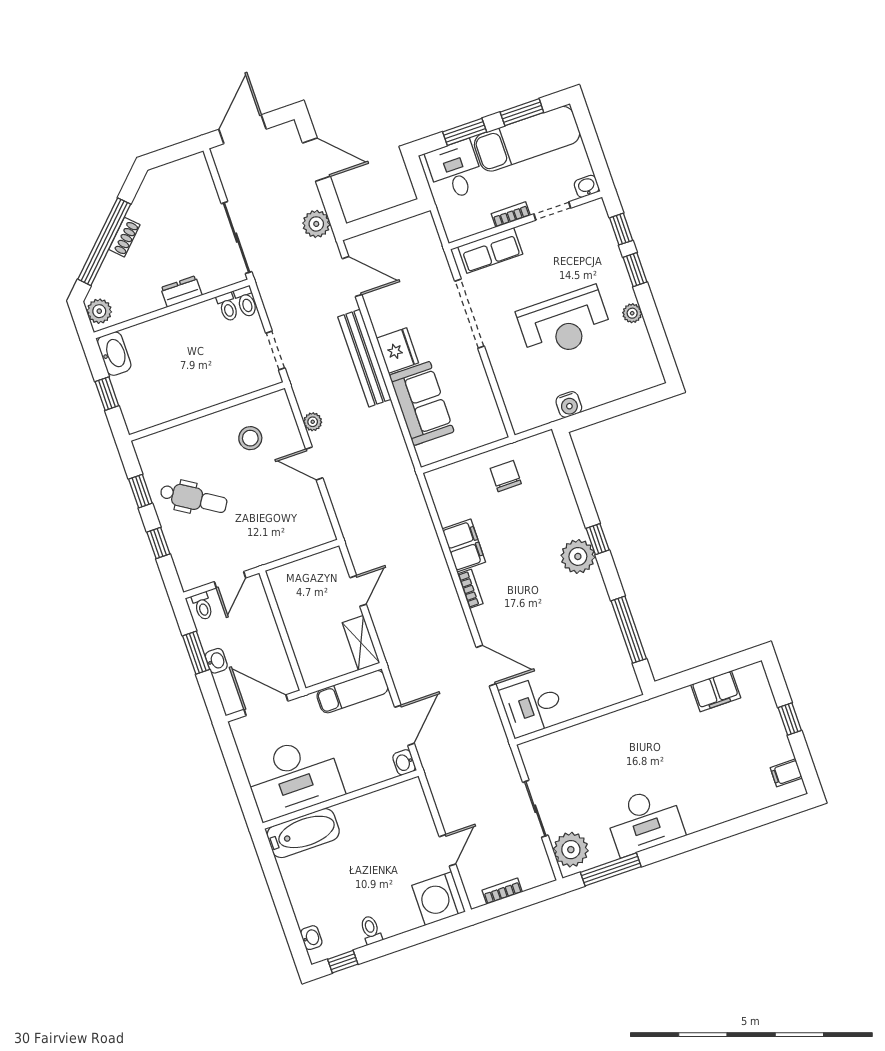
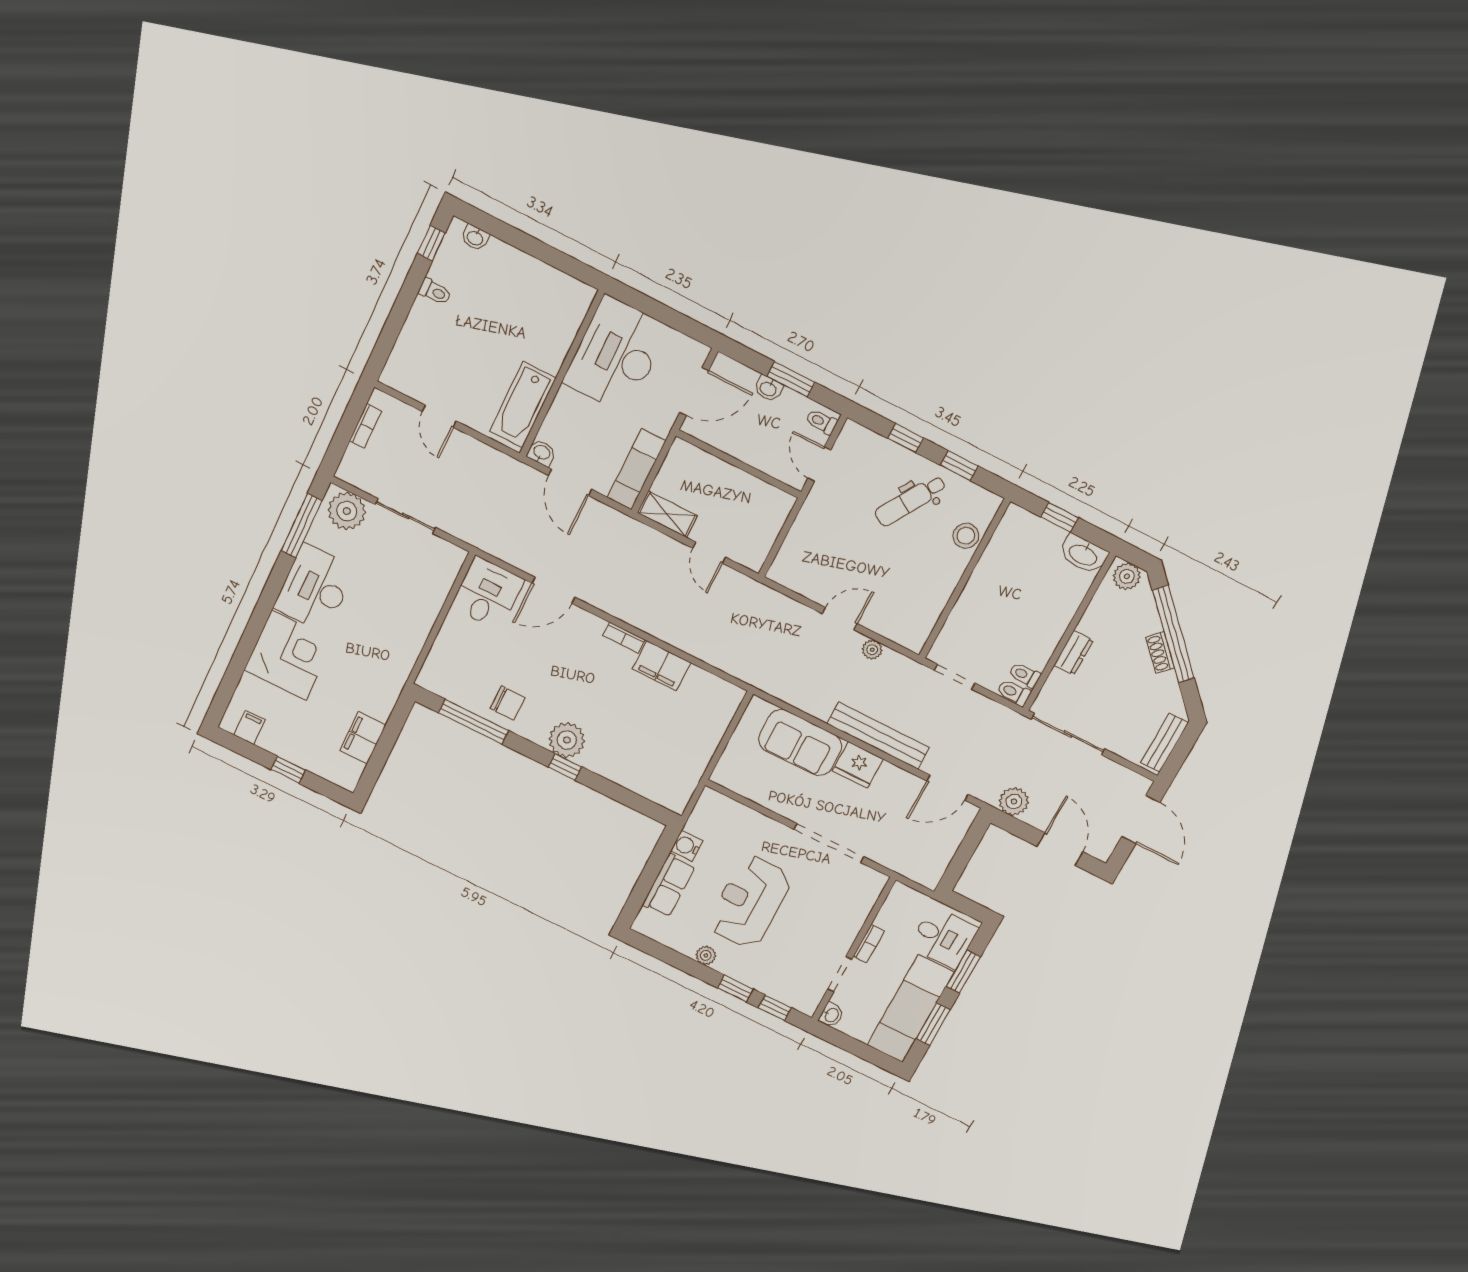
door: (316, 160) -> (1060, 849), swing flipped
bench: (178, 170) -> (1164, 743), added
row of seats: (490, 250) -> (669, 886), moved, turned 180
stool: (250, 438) -> (966, 536), moved
chair: (506, 476) -> (508, 703), moved
corner desk: (708, 794) -> (289, 655), added
bathtub: (303, 833) -> (523, 405), moved
washing machine: (439, 899) -> (408, 371), removed

